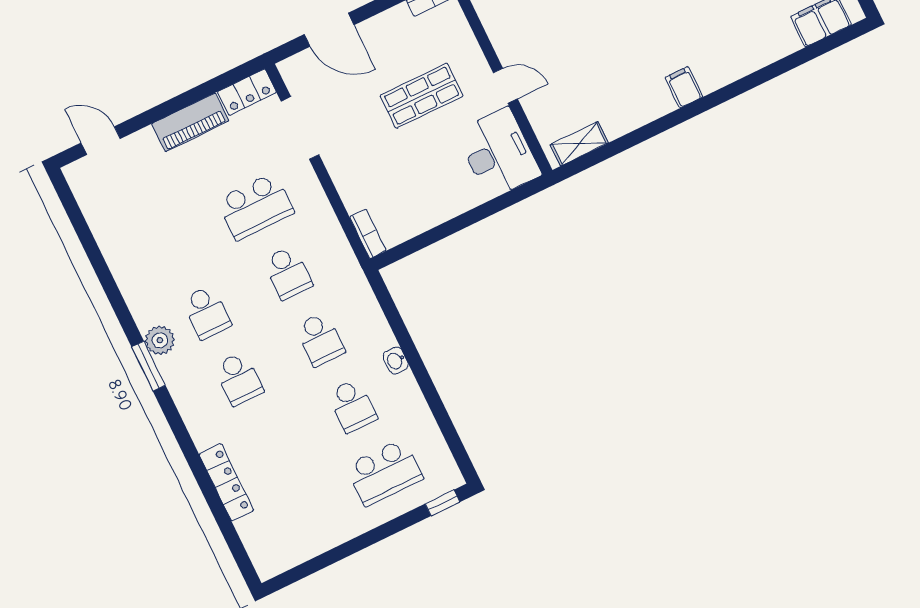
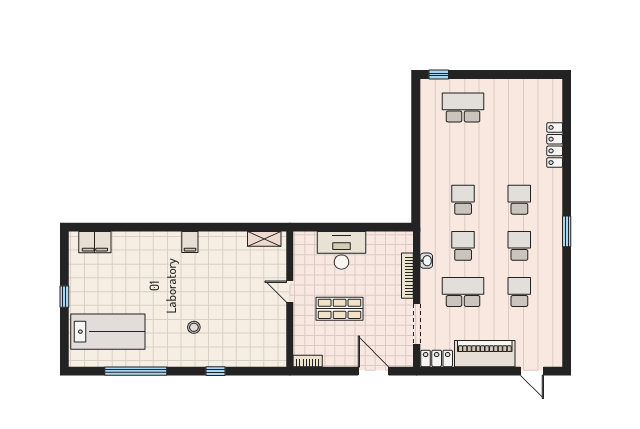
piano: (190, 122) -> (485, 354), width x1.37, depth x1.33
desk: (498, 153) -> (342, 250), moved, turned 90
bookcase: (368, 234) -> (407, 276), moved, width x1.56
plant: (160, 340) -> (553, 243), removed
washbasin: (396, 361) -> (426, 261), moved
school desk: (352, 406) -> (519, 292), moved

